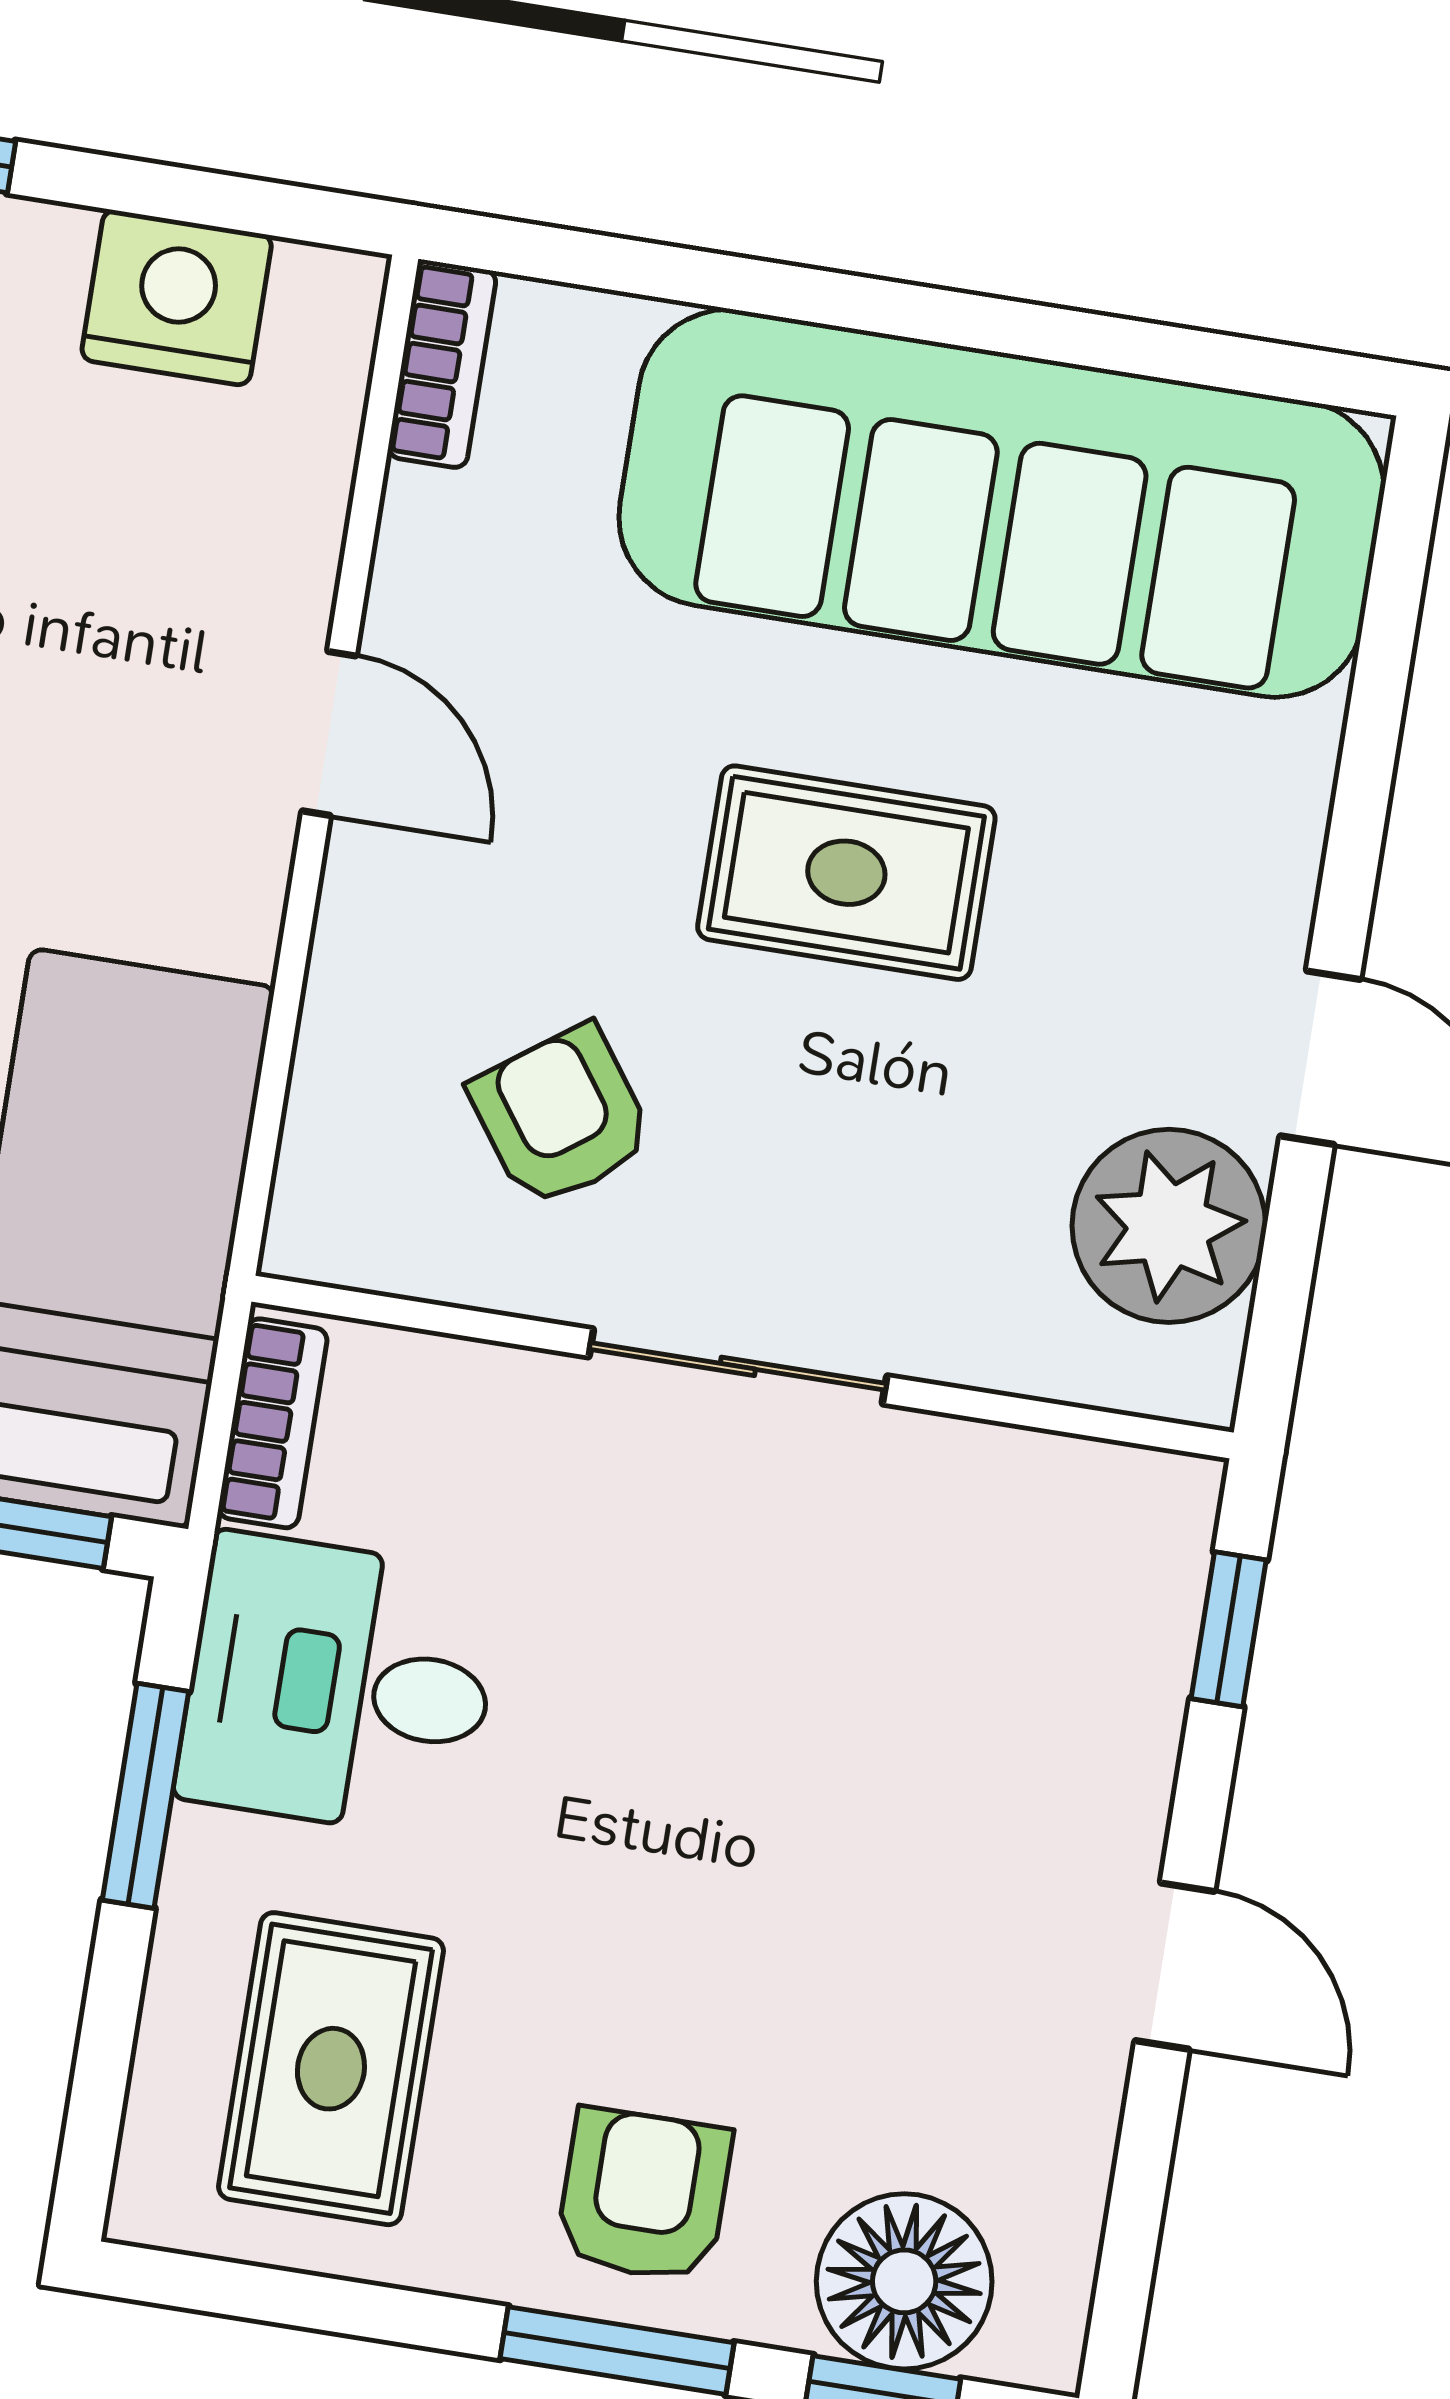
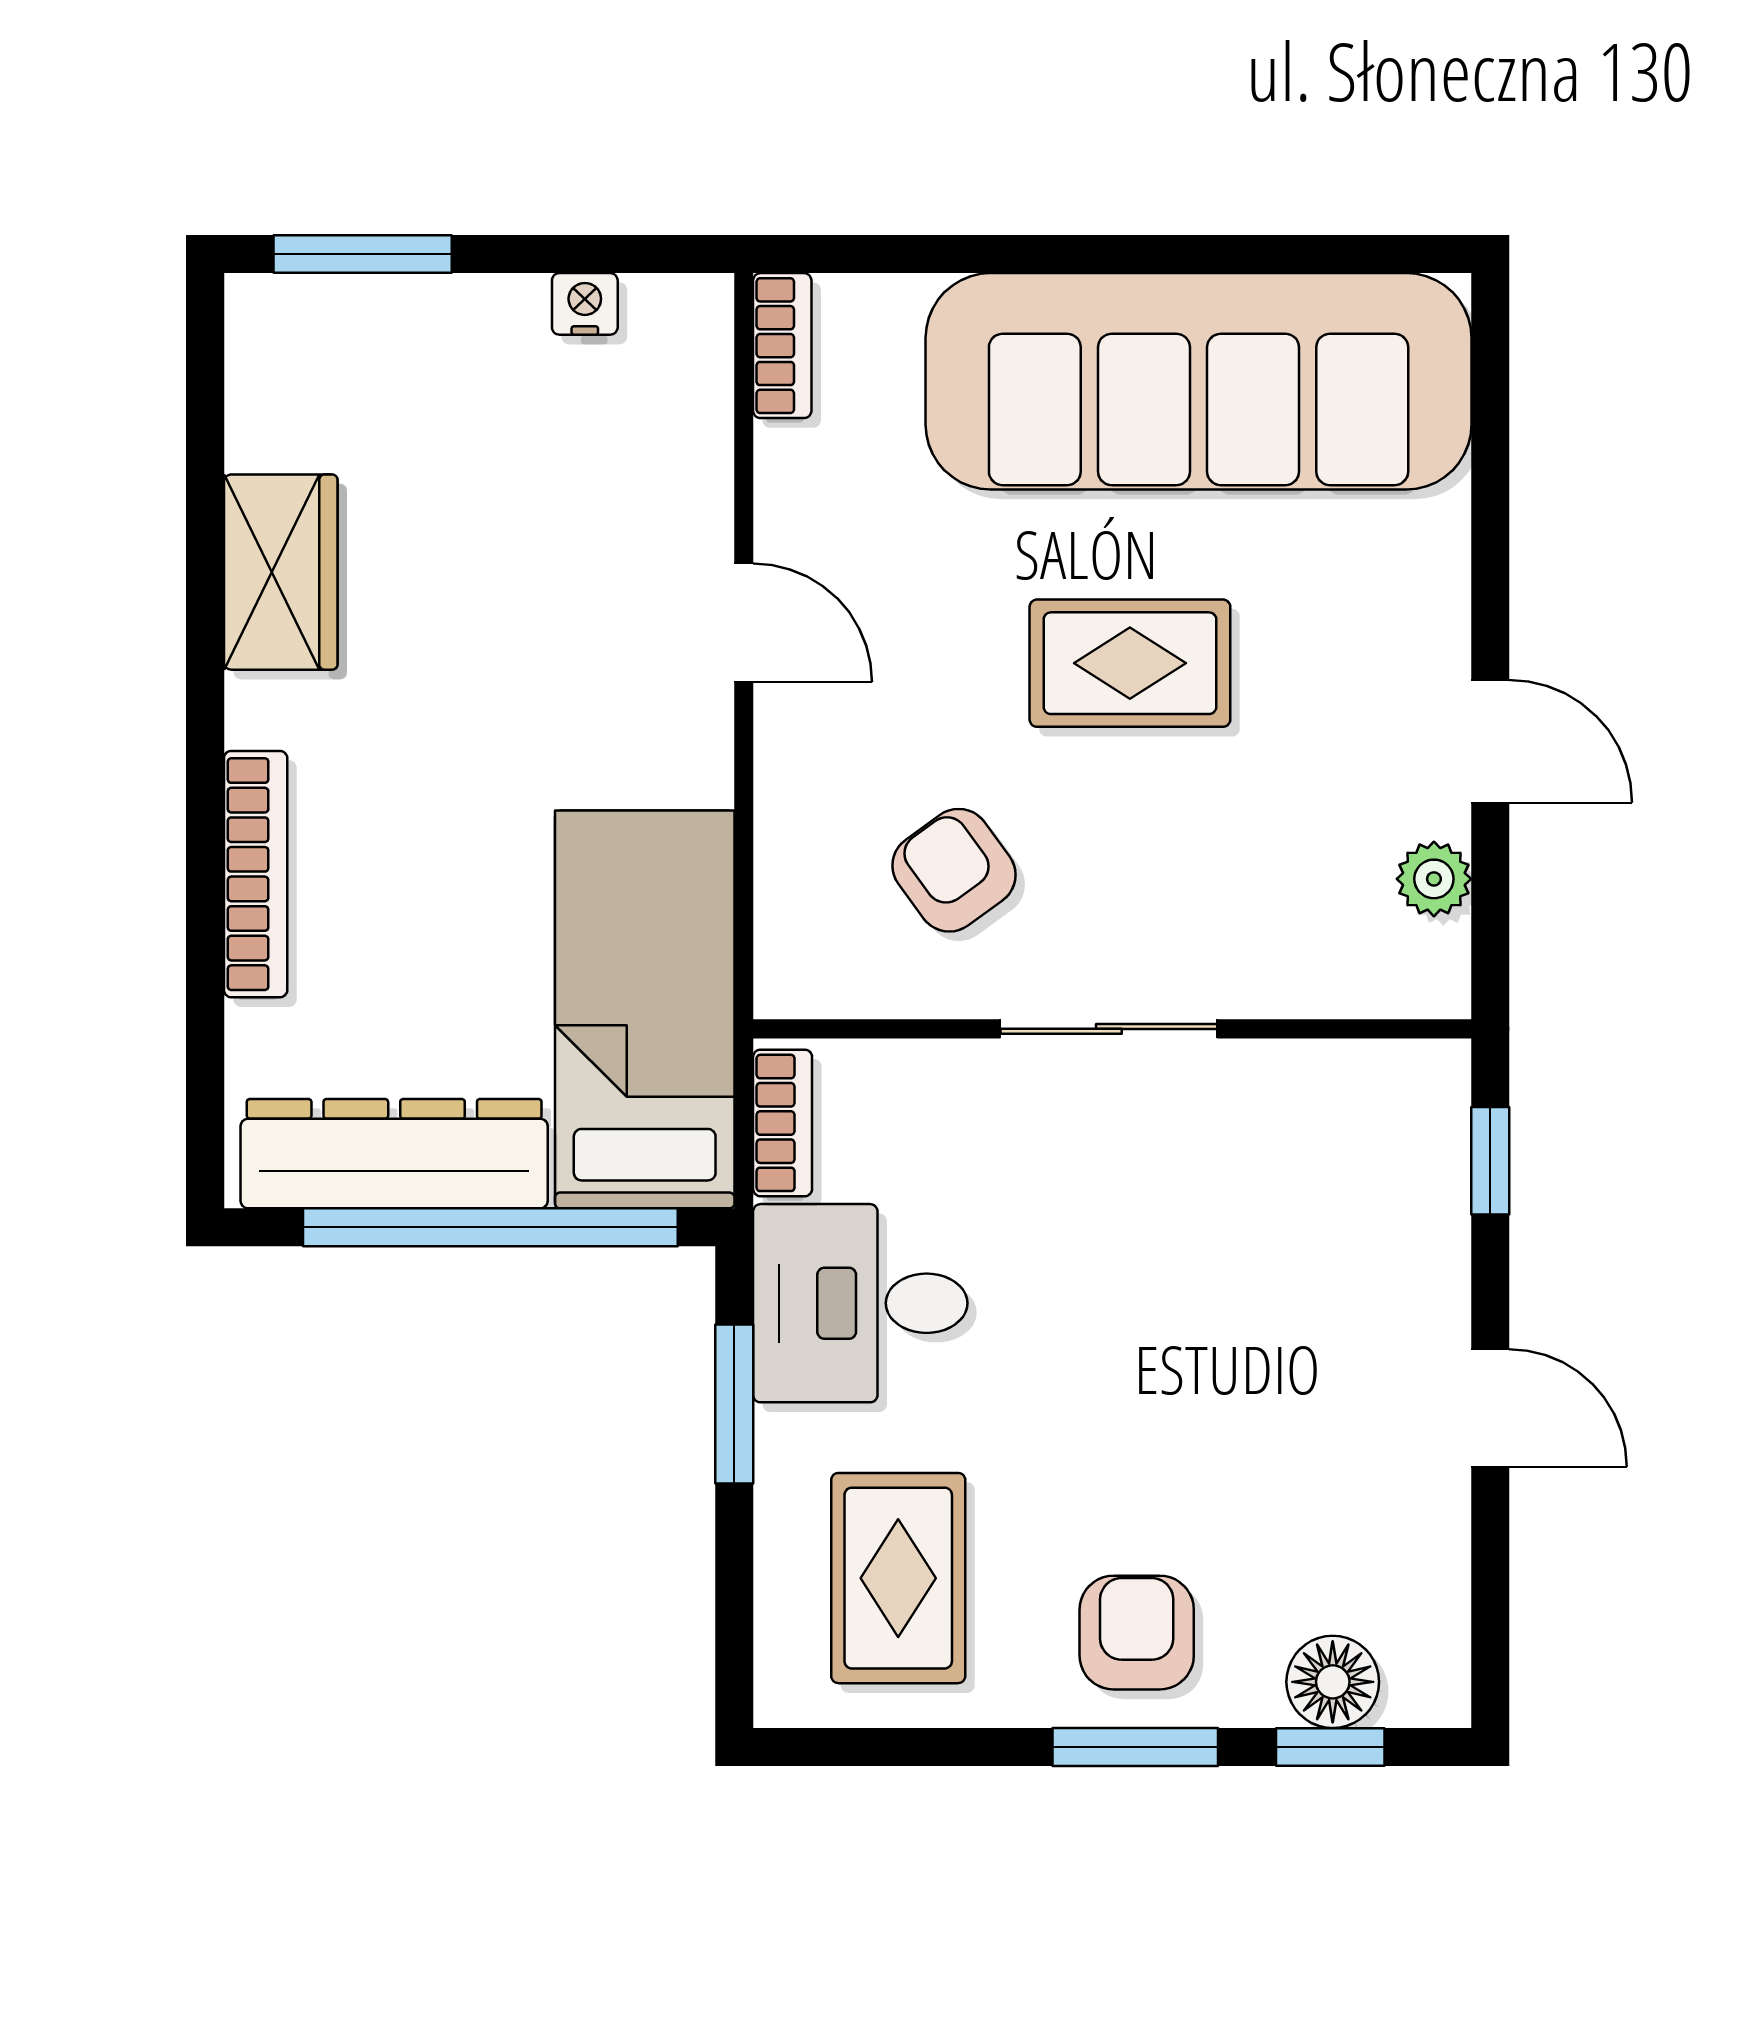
nightstand: (177, 298) -> (585, 304), width x0.53, depth x0.56
plant: (1169, 1226) -> (1434, 879), width x0.53, depth x0.53
floor lamp: (904, 2281) -> (1333, 1682), width x0.73, depth x0.73

